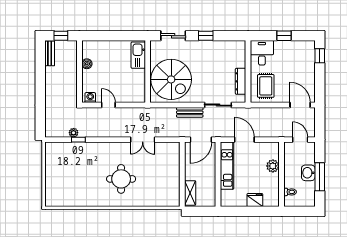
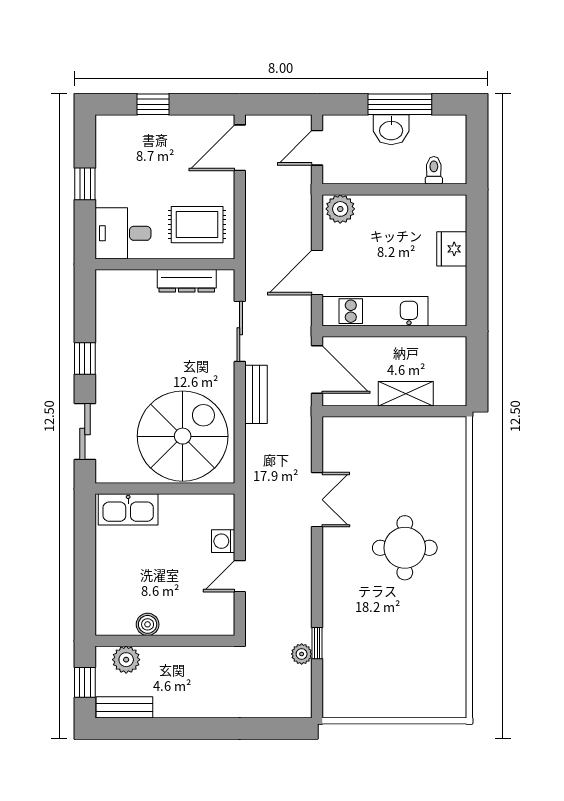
plant: (71, 54) -> (126, 660), added
window: (320, 56) -> (153, 104), moved
washing machine: (90, 98) -> (223, 541), moved
plant: (273, 166) -> (340, 209), moved
shelving: (190, 193) -> (406, 394), moved

